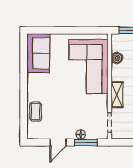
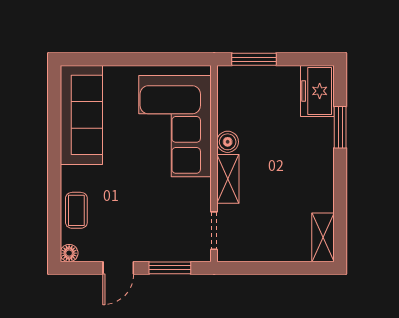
sofa: (38, 53) -> (81, 115), width x1.36
boiler: (117, 58) -> (228, 142), moved
floor lamp: (81, 134) -> (69, 253), moved

